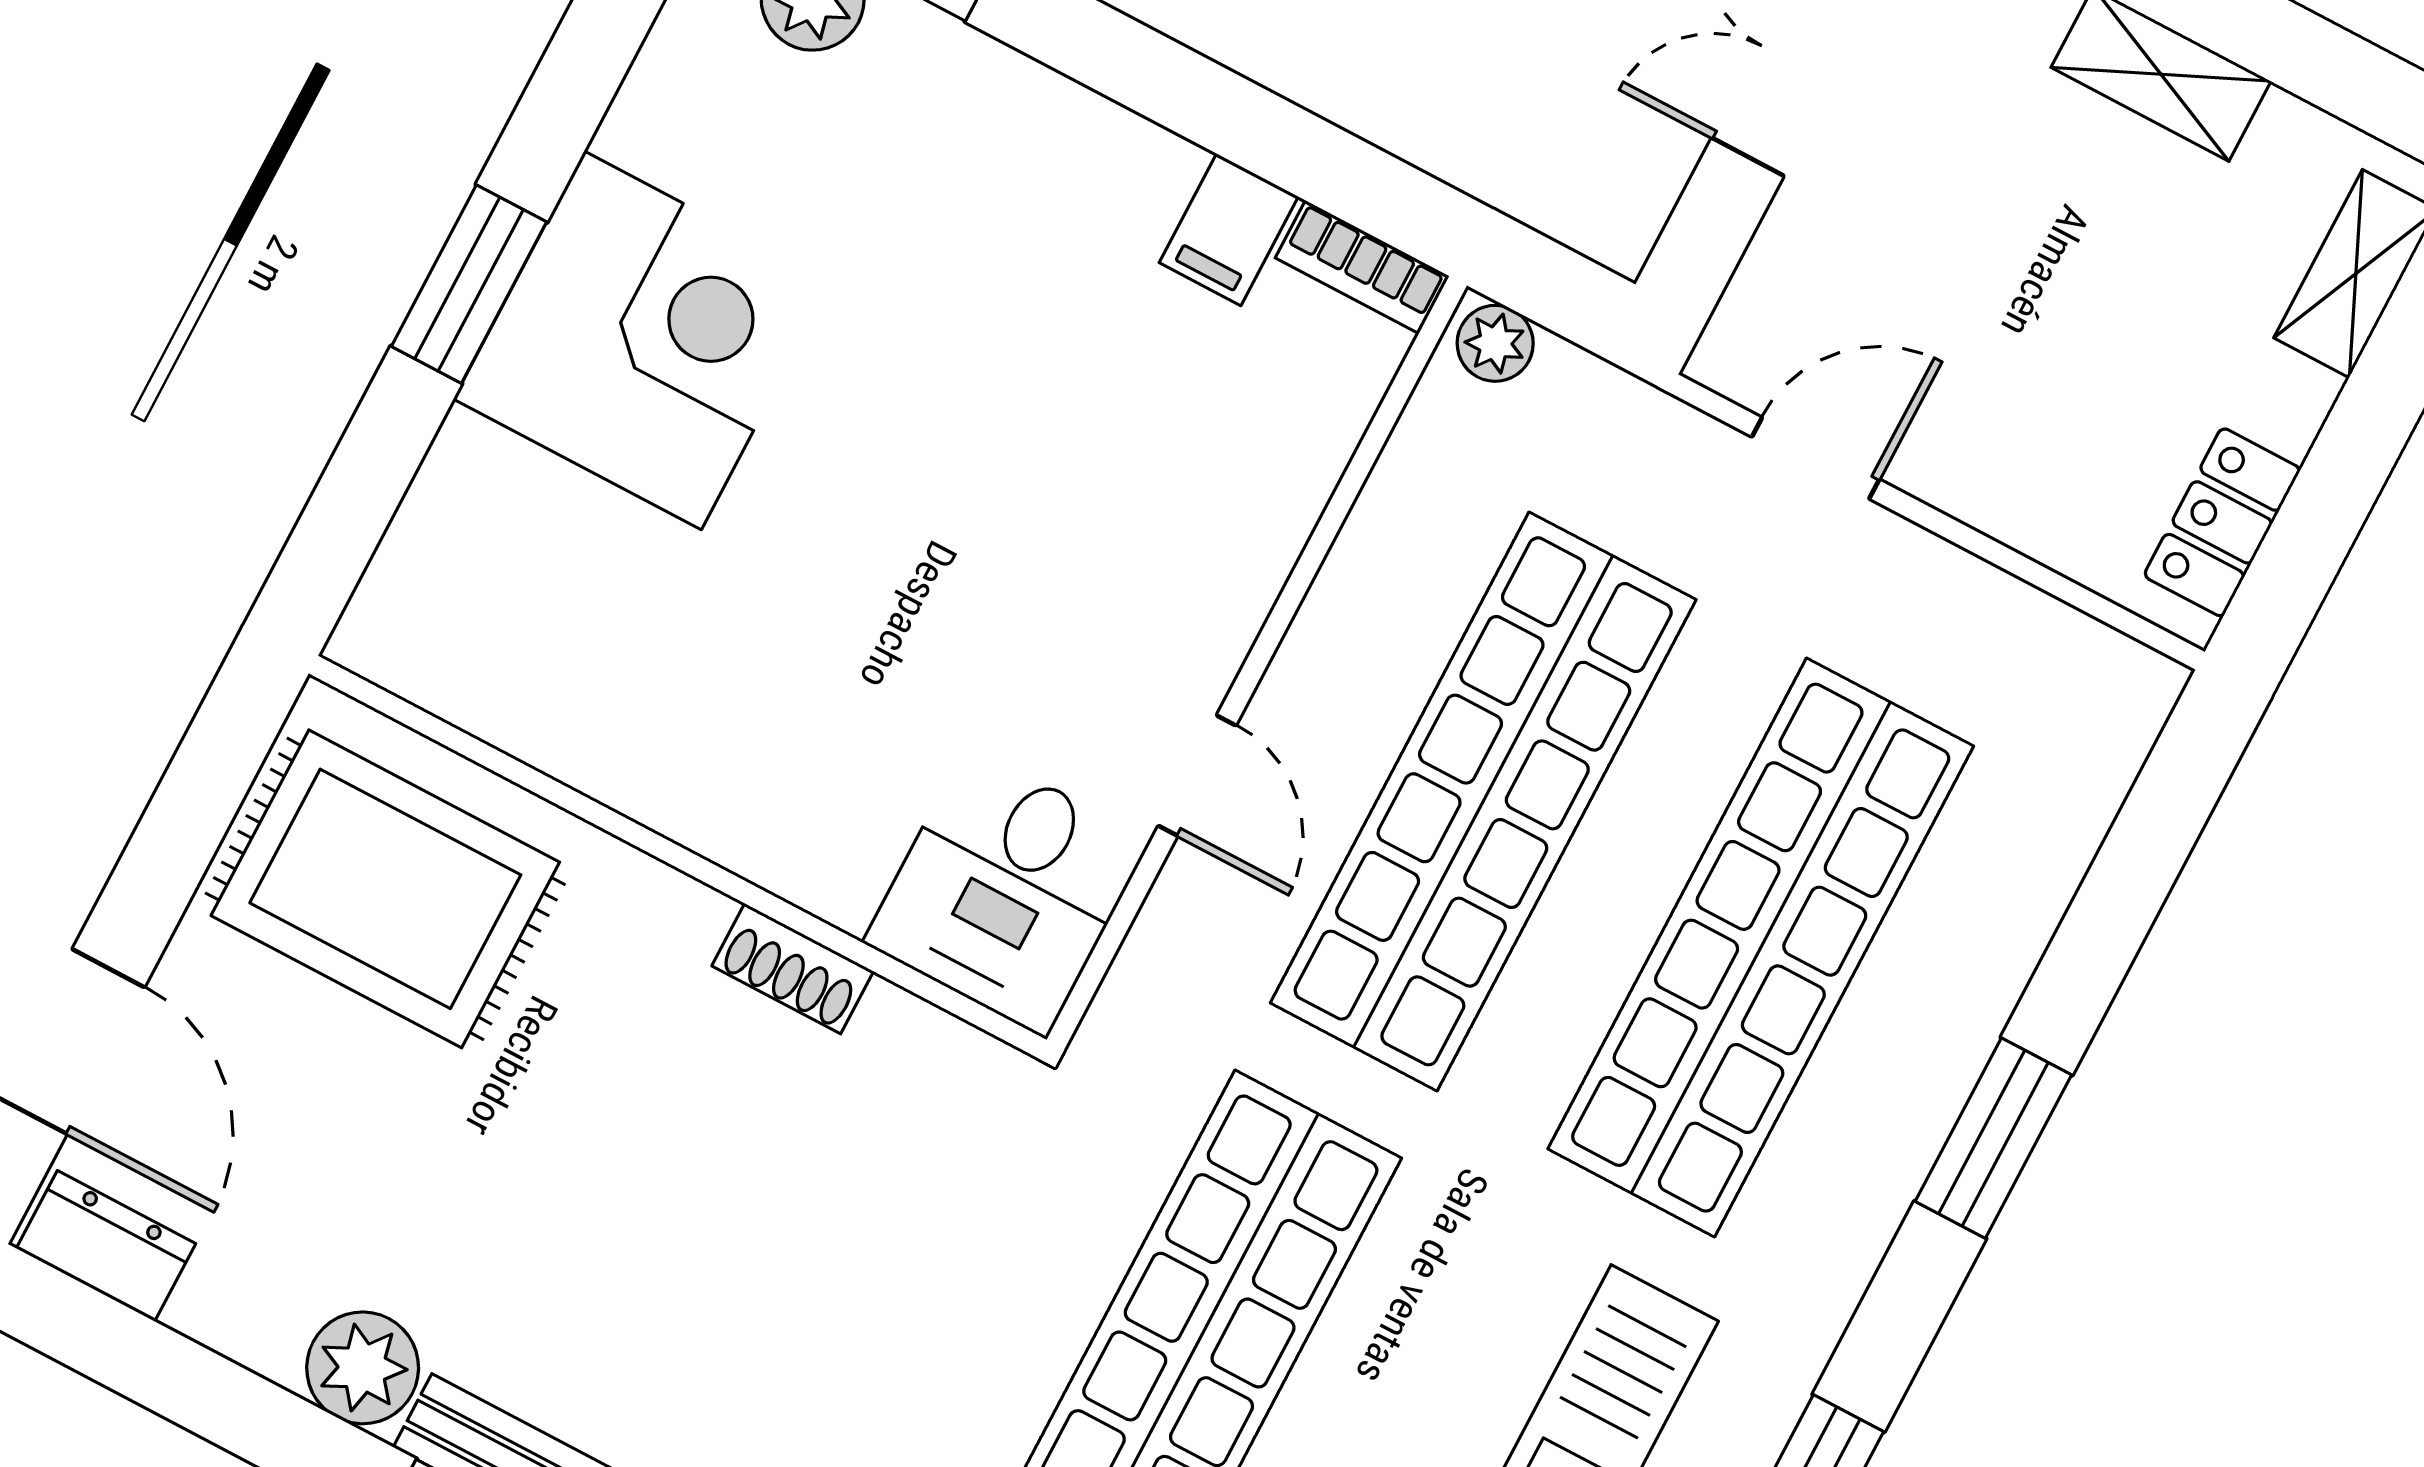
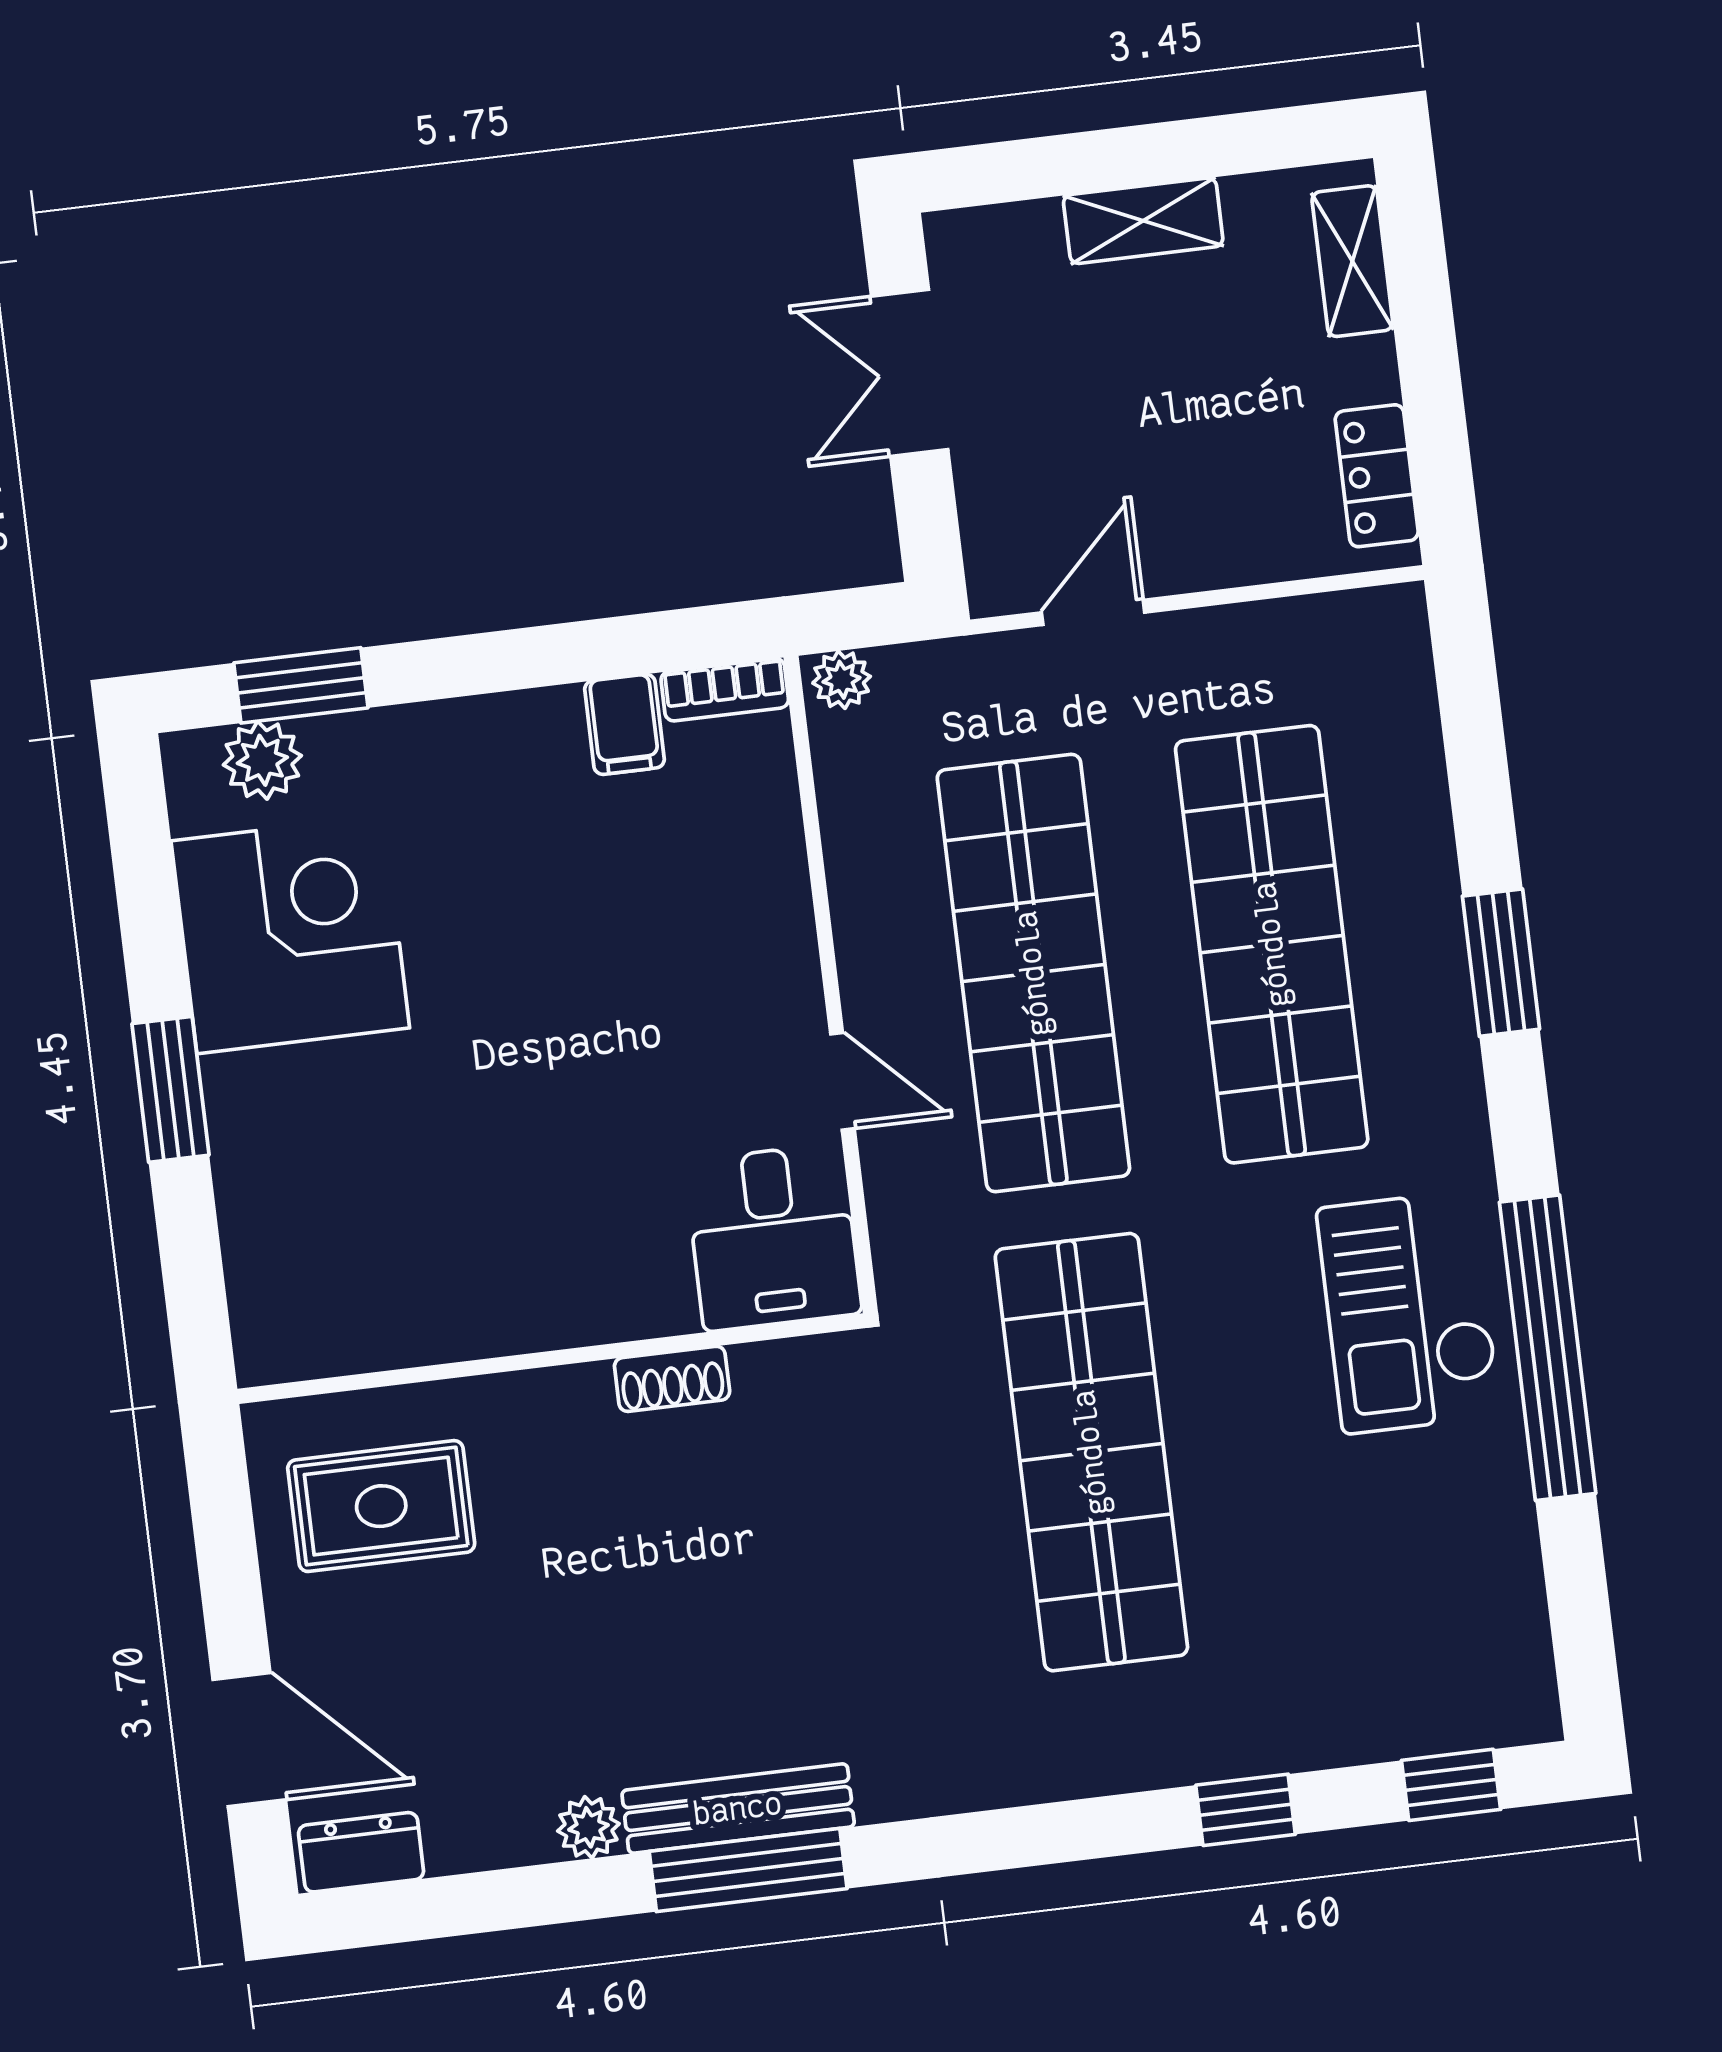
corner desk: (643, 340) -> (290, 934), moved
rug: (385, 889) -> (381, 1506), width x0.73, depth x0.70
plant: (363, 1368) -> (588, 1827), width x0.73, depth x0.73

